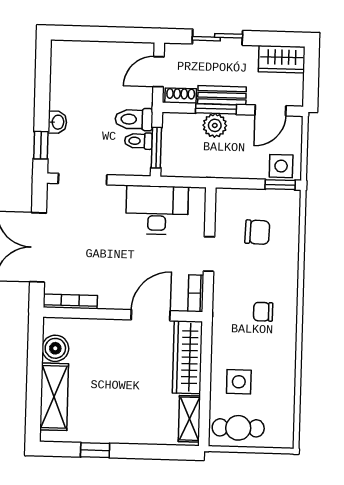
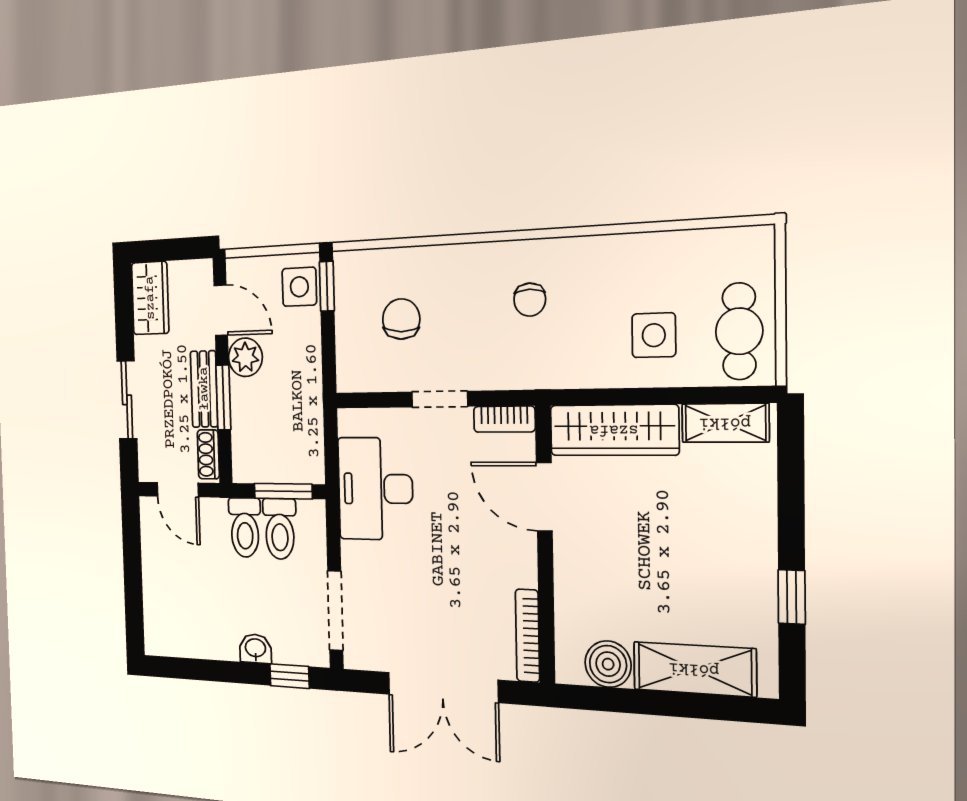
plant: (215, 125) -> (245, 357), moved
toilet: (138, 141) -> (280, 529), width x1.37, depth x1.39

